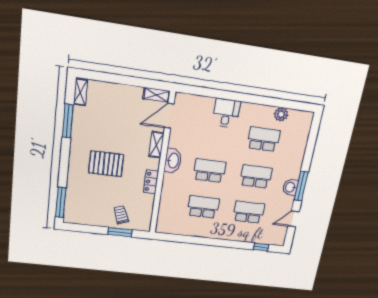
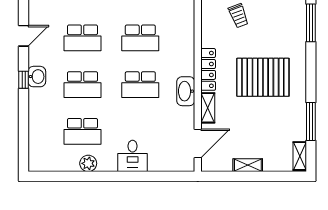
shelving: (156, 95) -> (248, 165), moved
plant: (281, 114) -> (88, 163), moved
pallet: (106, 164) -> (263, 77), width x1.37, depth x1.41
locker: (151, 182) -> (208, 69), width x1.53
window: (301, 186) -> (24, 80), width x0.46

